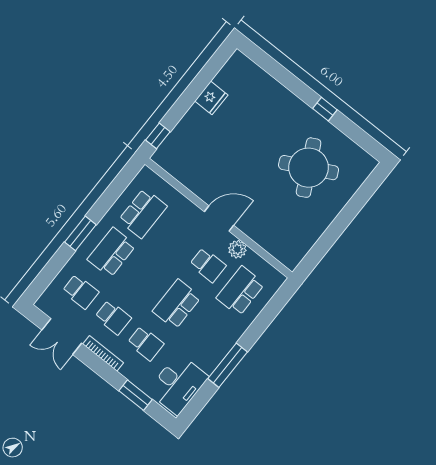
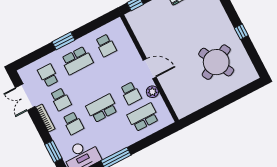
school desk: (143, 213) -> (106, 45), width x0.54
school desk: (112, 252) -> (77, 60), turned 180
school desk: (80, 292) -> (48, 75), turned 180

